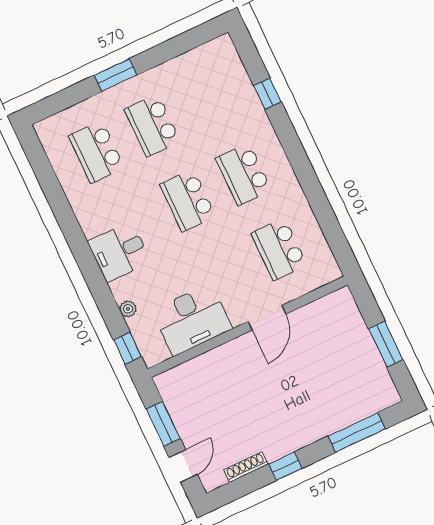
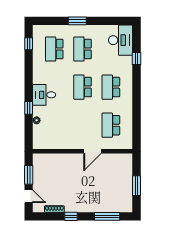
window: (41, 165) -> (29, 44), added
desk: (192, 320) -> (121, 40), moved, turned -90
window: (127, 348) -> (29, 108), moved
door: (183, 466) -> (29, 196), hinge flipped

